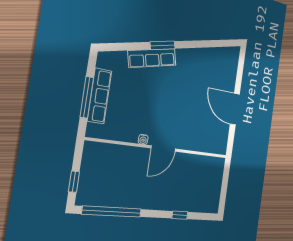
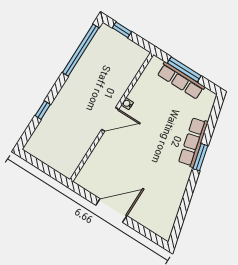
door: (163, 149) -> (110, 119), swing flipped

